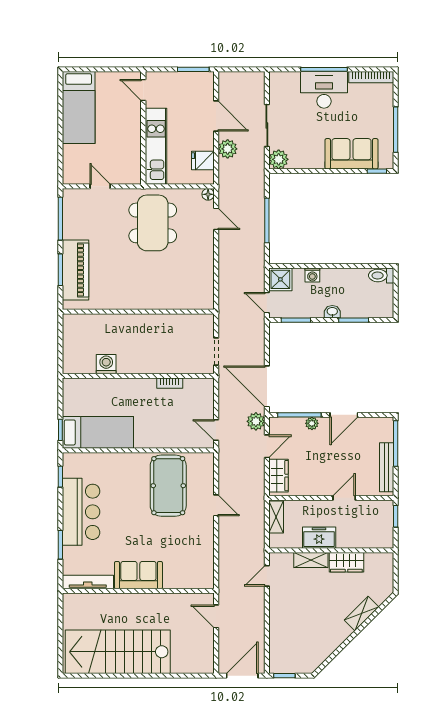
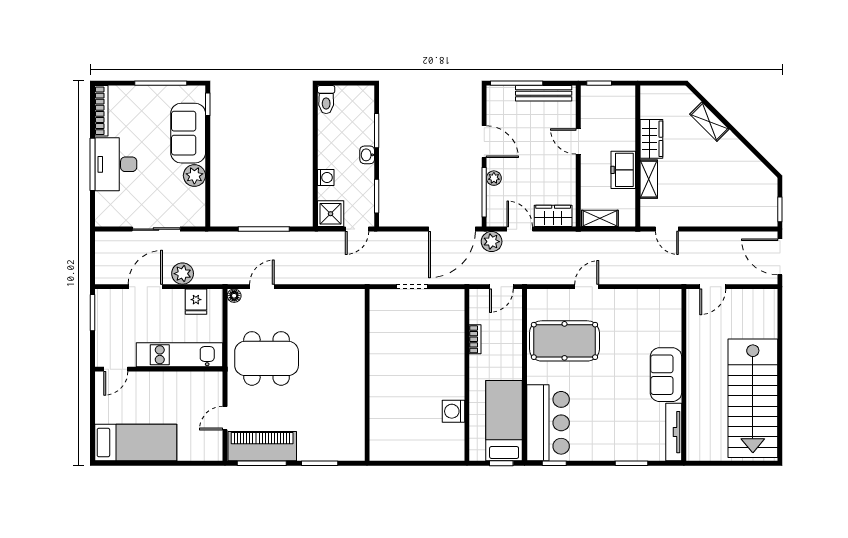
plant: (279, 159) -> (194, 176), moved
piano: (75, 270) -> (262, 446), moved
washing machine: (106, 364) -> (454, 411), moved
wall: (138, 376) -> (467, 375), moved
bookcase: (170, 383) -> (475, 339), moved
bar counter: (81, 512) -> (548, 423), moved, turned 90

